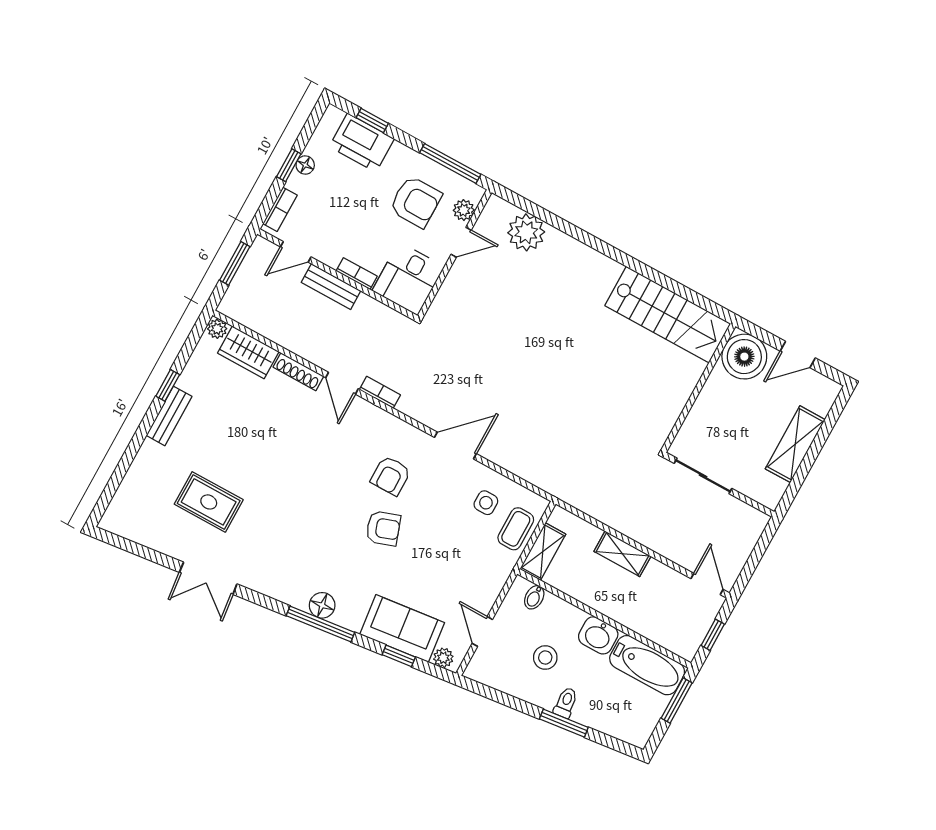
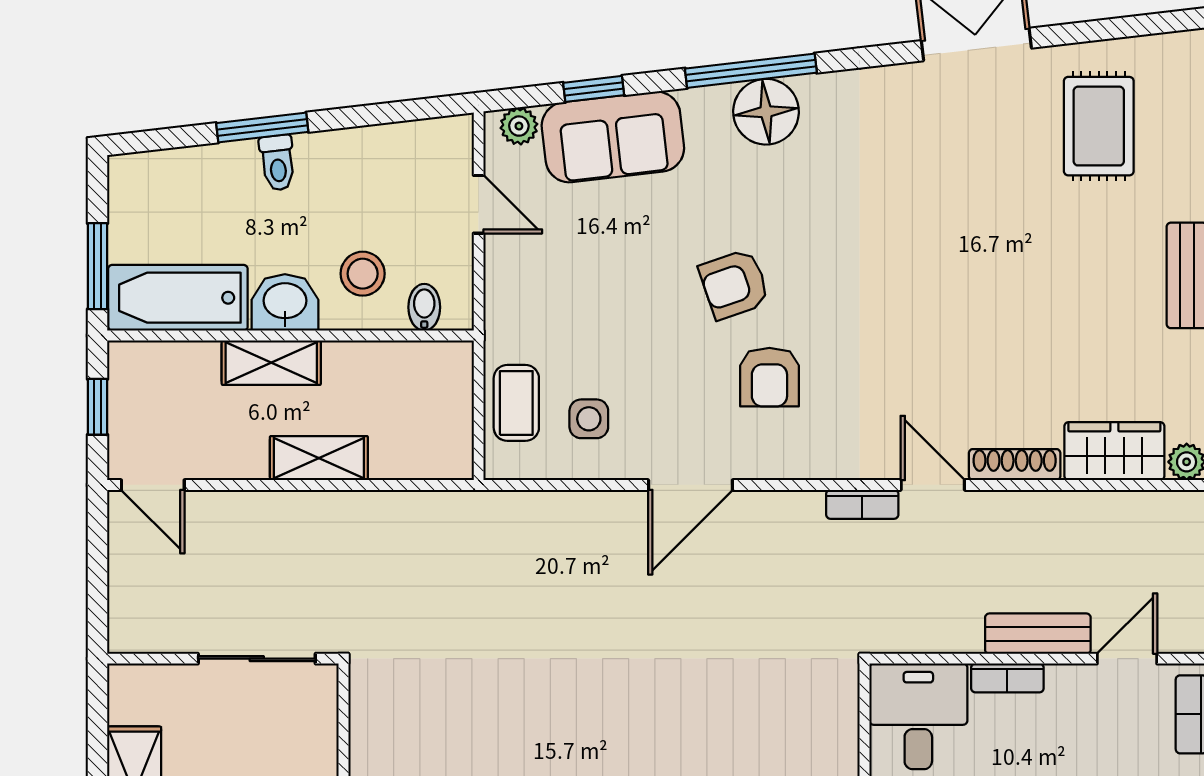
armchair: (391, 476) -> (769, 377), turned 180
rug: (209, 502) -> (1099, 126), moved, turned 90
shelving: (543, 552) -> (271, 363), moved, turned 90
floor lamp: (322, 605) -> (766, 112), width x1.38, depth x1.38
stool: (545, 657) -> (363, 274), moved

